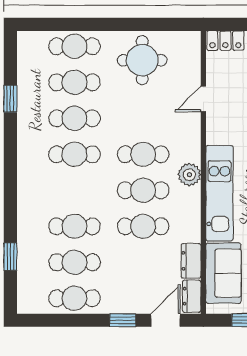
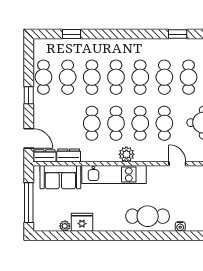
cafe table: (143, 118) -> (164, 123), added
cafe table: (74, 190) -> (116, 77), added
window: (123, 320) -> (29, 95), moved

